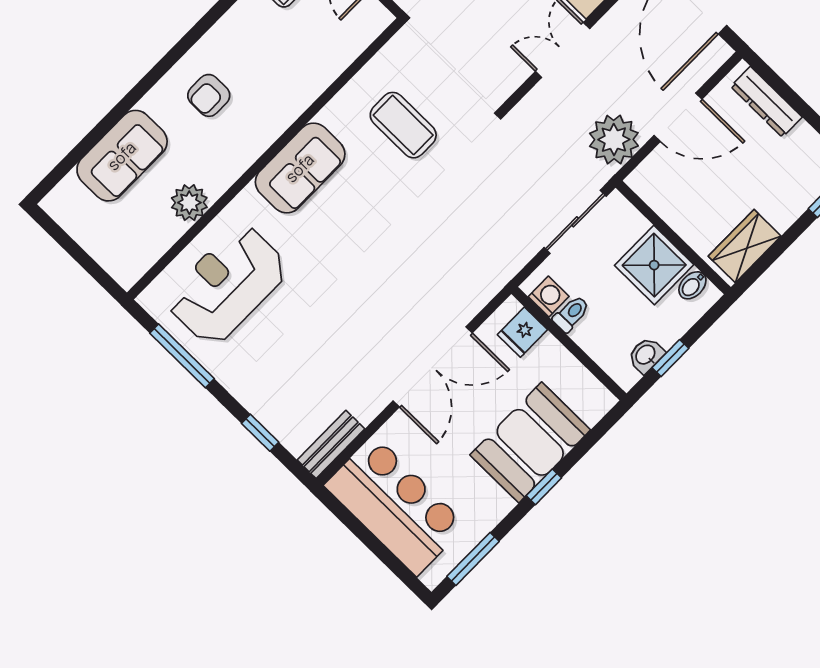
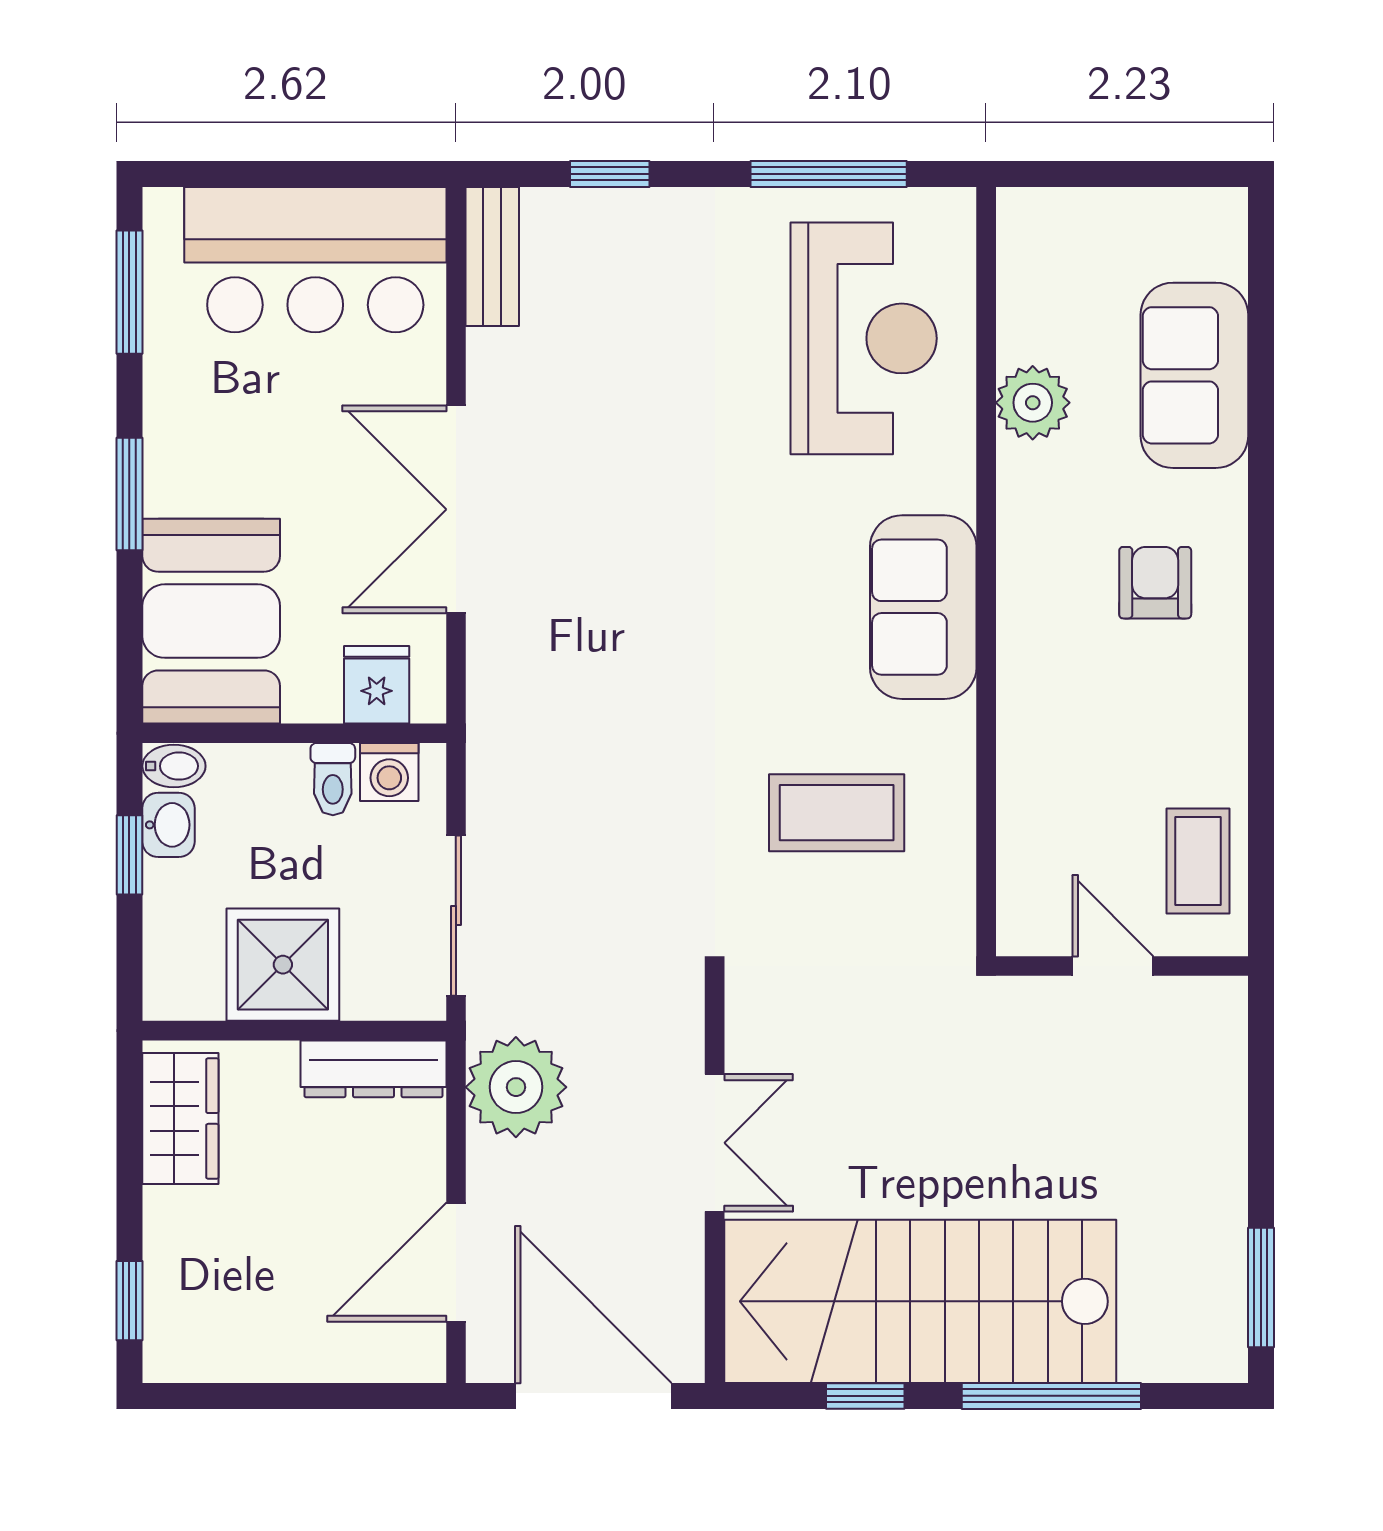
dresser: (766, 102) -> (373, 1069), moved, turned 180
door: (678, 117) -> (456, 1262), moved
bidet: (692, 285) -> (174, 766), moved, turned 90
booth: (530, 442) -> (211, 621), moved
window: (544, 487) -> (129, 494), width x1.50

